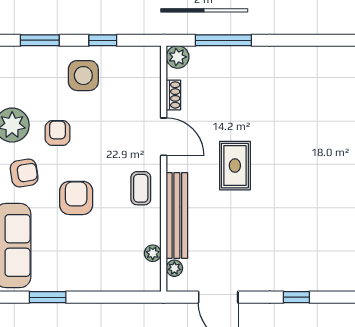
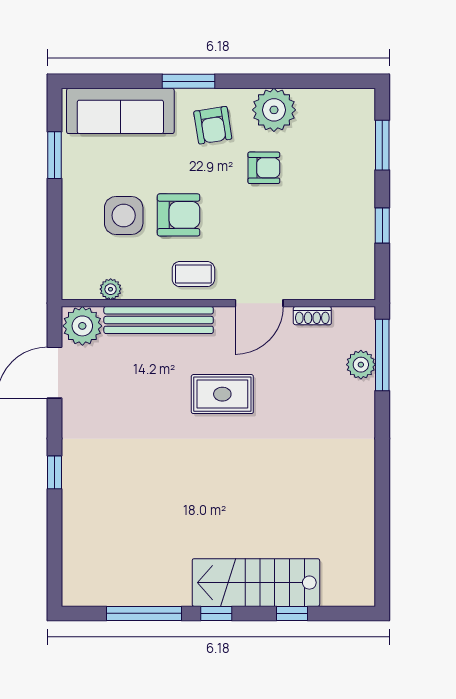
window: (223, 40) -> (382, 355), moved
plant: (178, 57) -> (361, 365), moved
side table: (83, 76) -> (124, 215), moved
armchair: (76, 198) -> (179, 215), moved
plant: (174, 268) -> (82, 326), width x1.87, depth x1.87

